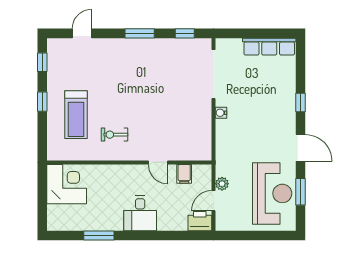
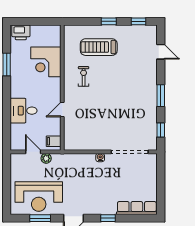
row of seats: (269, 47) -> (137, 208), moved, turned 90
filing cabinet: (184, 174) -> (54, 141), moved
corner desk: (67, 184) -> (46, 62), moved, turned 90
desk: (140, 213) -> (24, 111), moved
printer: (200, 221) -> (21, 32), moved, turned 90

